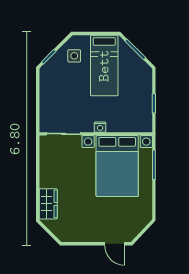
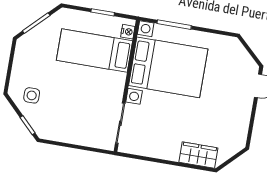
bed: (104, 66) -> (94, 51), moved, turned 180
nightstand: (100, 127) -> (128, 32), moved

